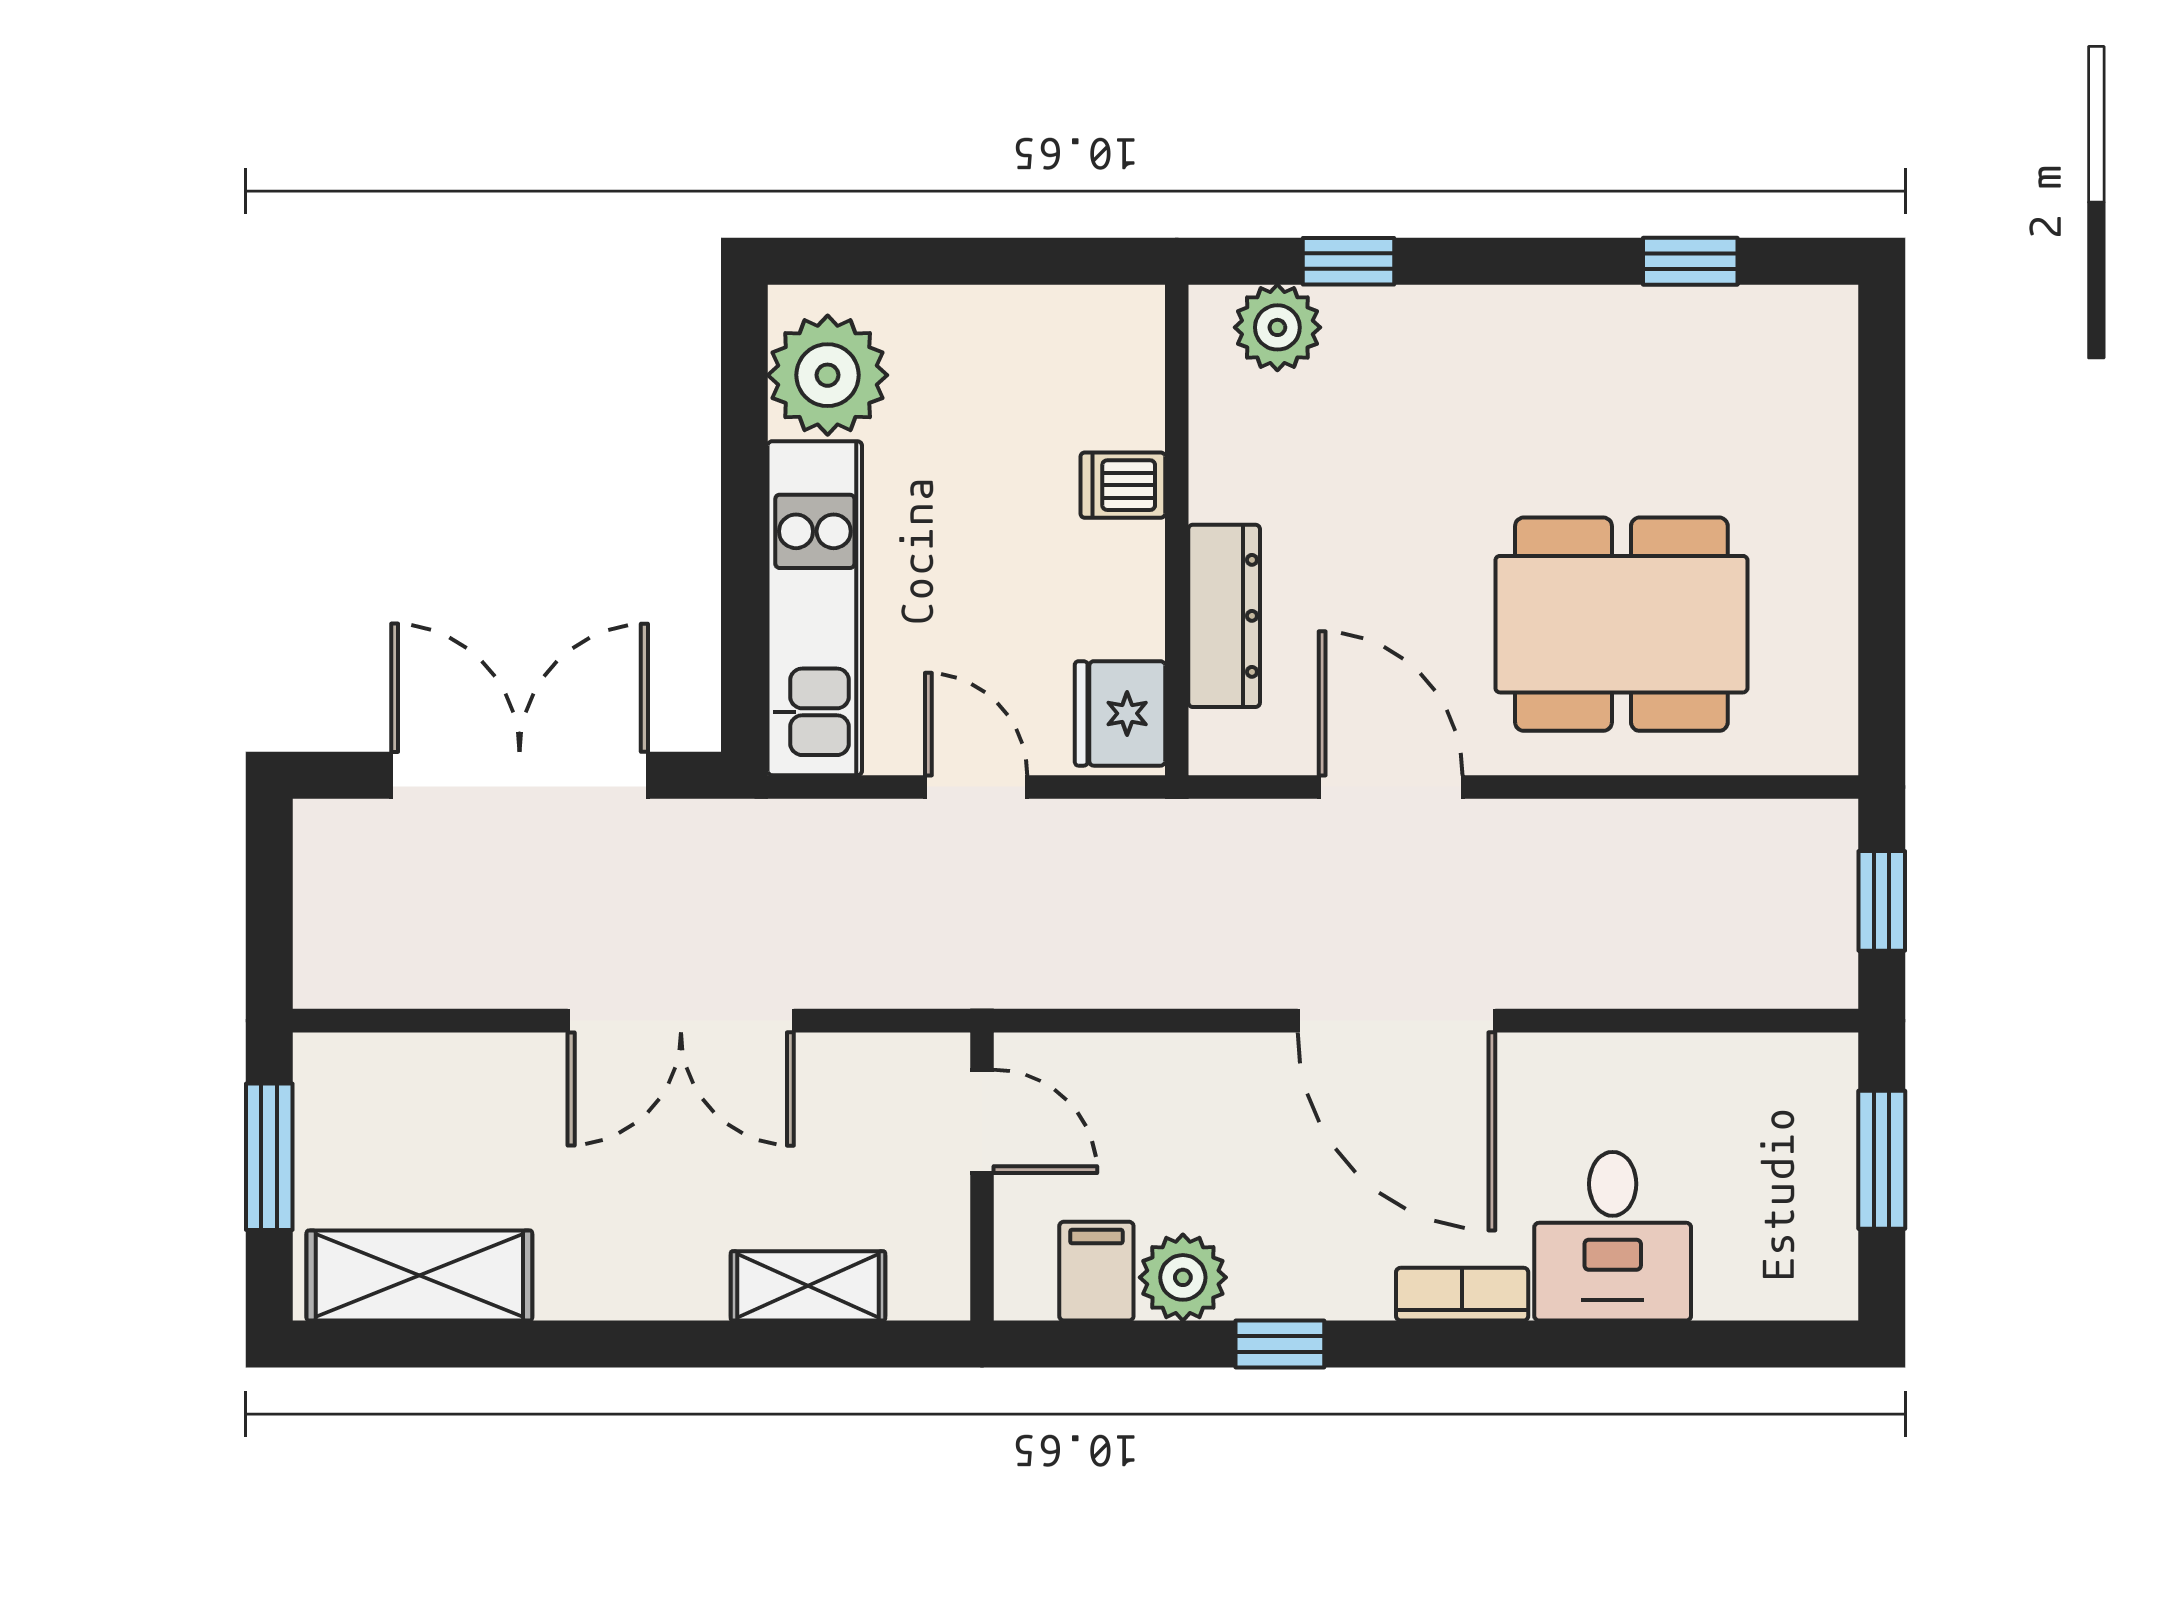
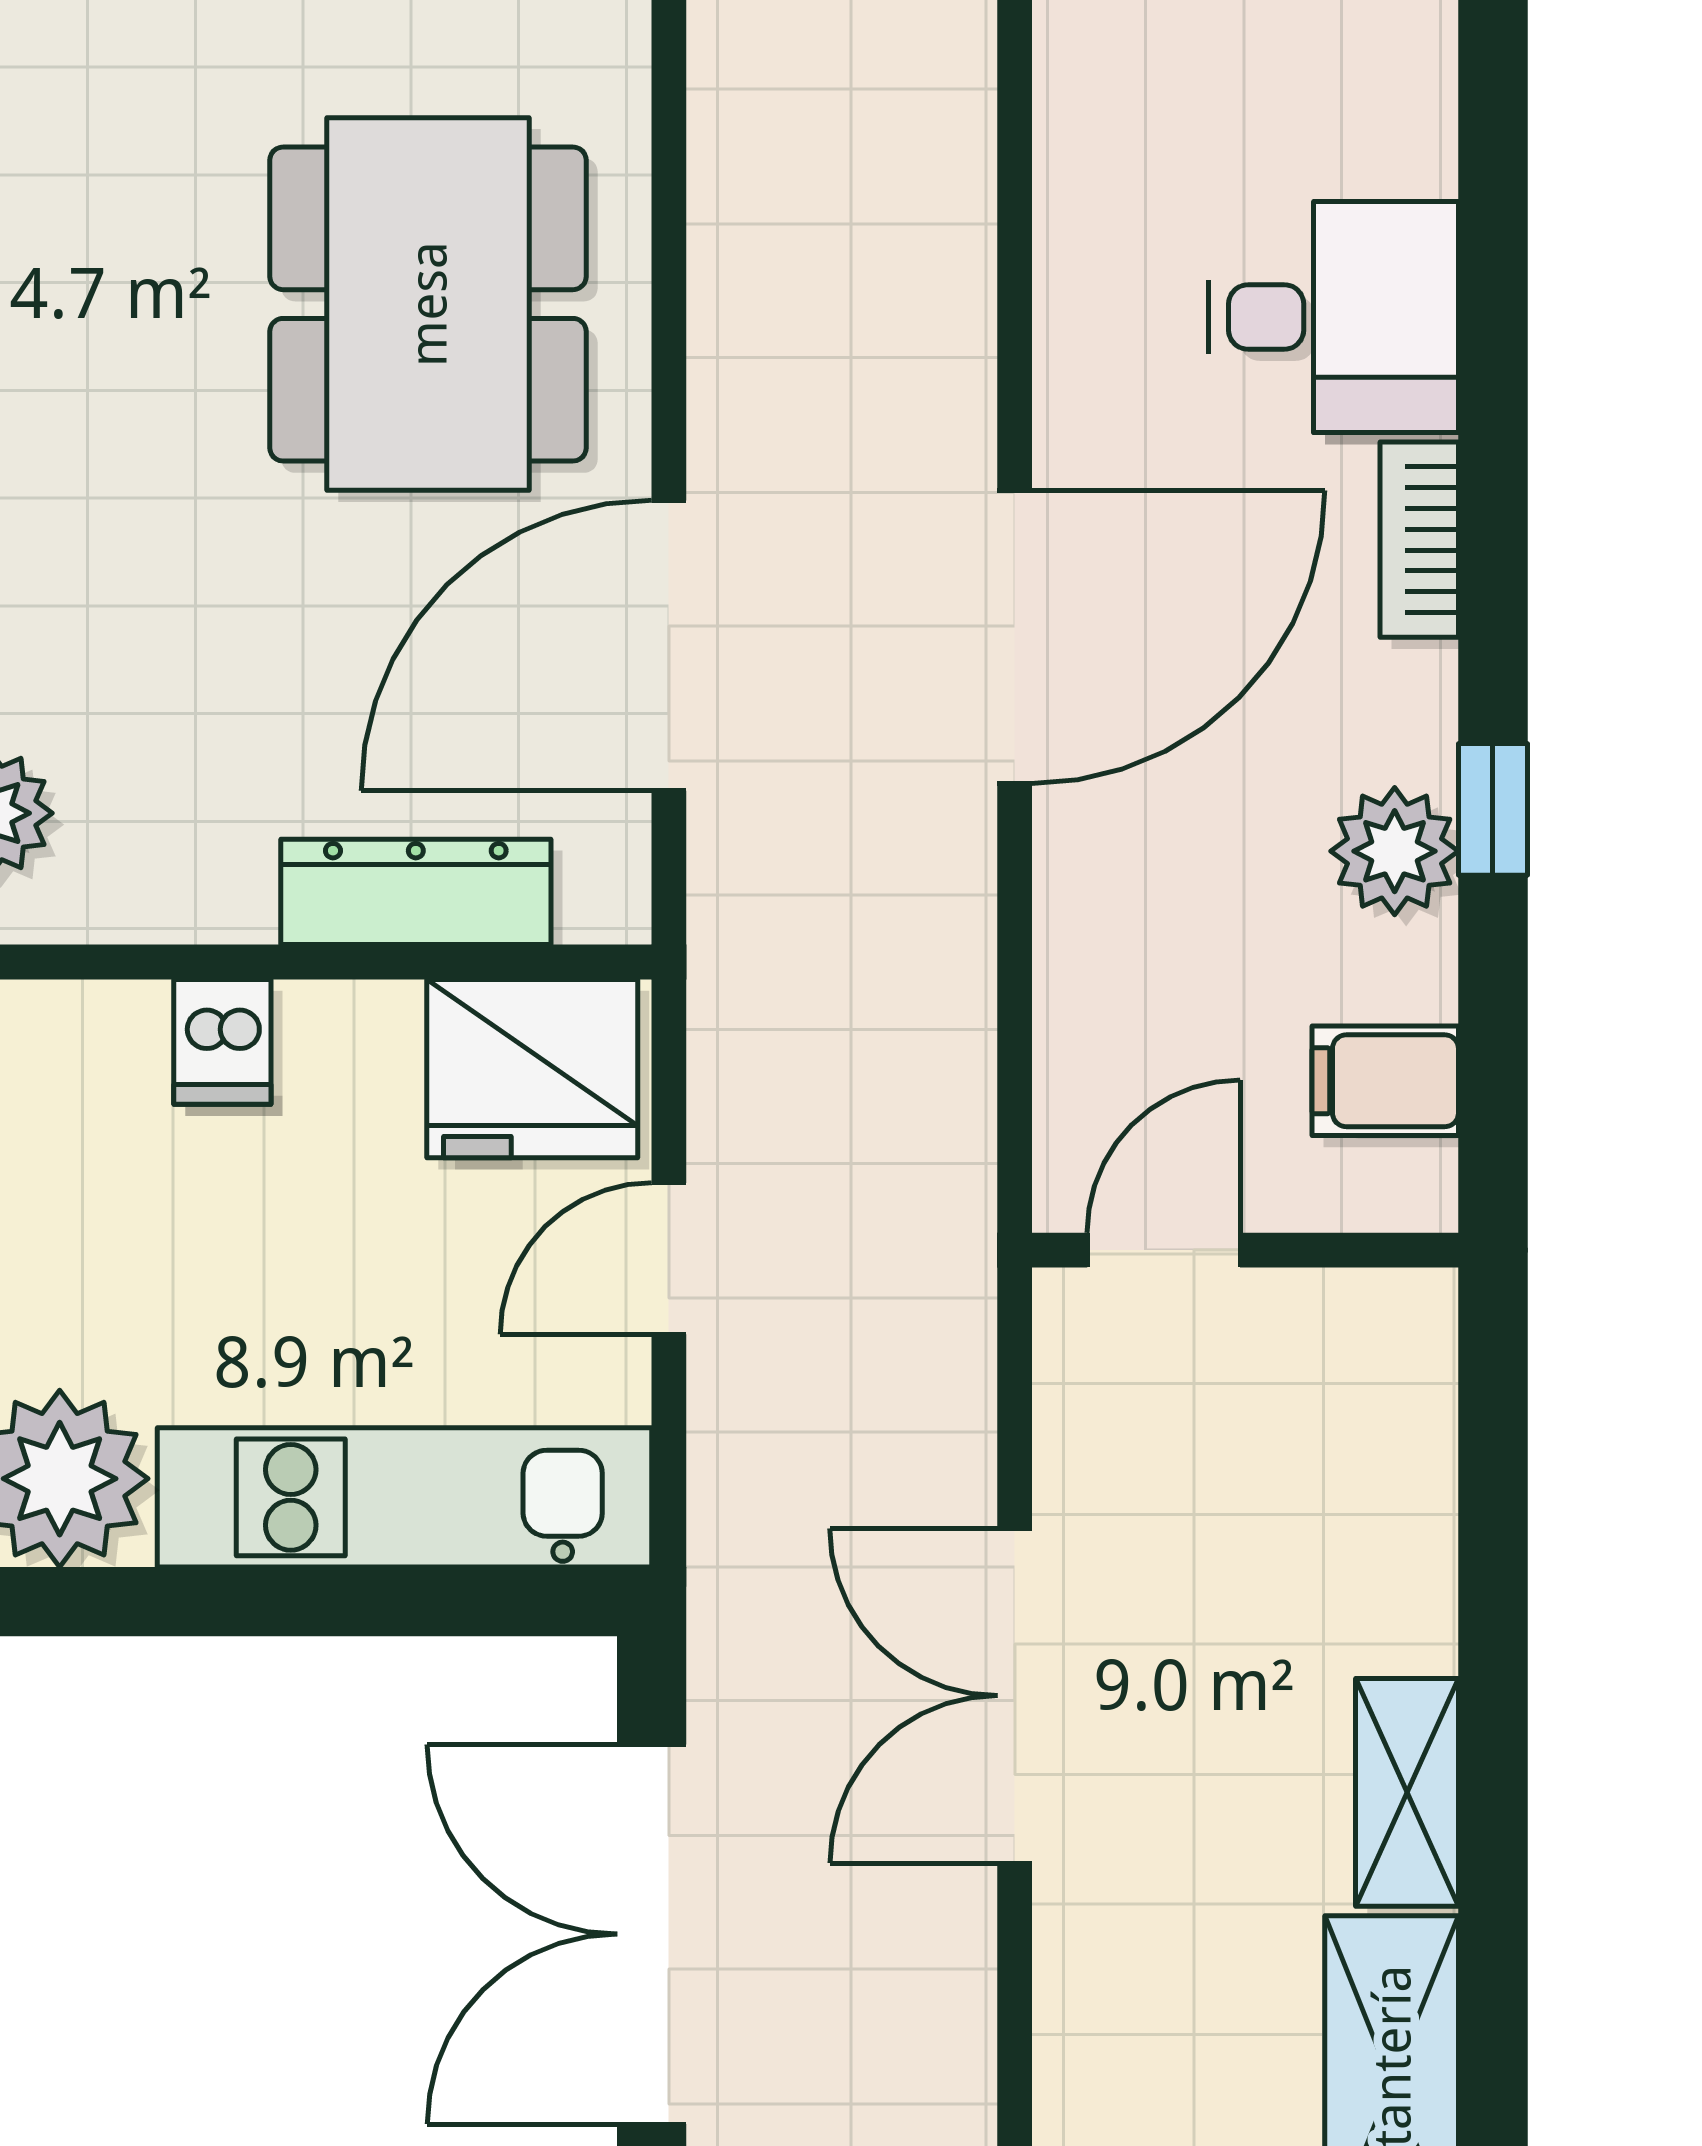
fridge: (1120, 713) -> (532, 1069), width x1.36, depth x1.34
door: (1391, 787) -> (669, 646), width x1.36
double door: (681, 1021) -> (1015, 1696), swing flipped
plant: (1183, 1277) -> (1395, 851), moved
shelving: (808, 1286) -> (1407, 1792), moved

